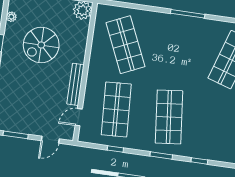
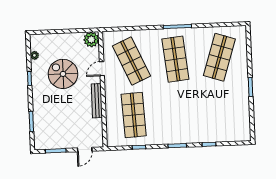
spiral stairs: (41, 45) -> (63, 74), turned 90
door: (79, 117) -> (102, 69), moved
shop shelf: (169, 117) -> (175, 59), moved

